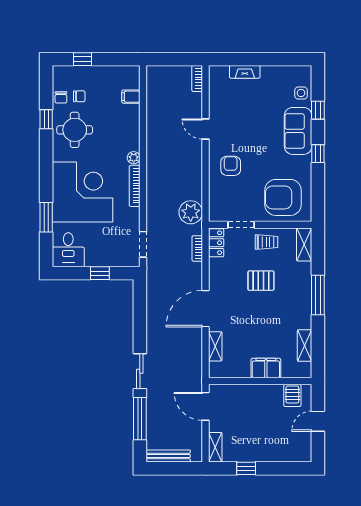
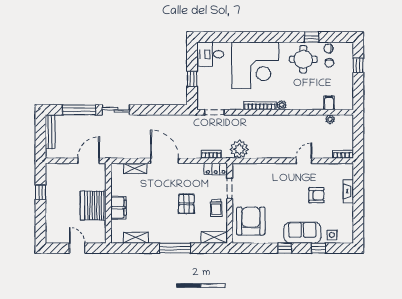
plant: (152, 95) -> (330, 119), added
armchair: (231, 166) -> (316, 195), moved
window: (46, 217) -> (235, 37), removed
server rack: (292, 395) -> (93, 205), moved, width x2.18, depth x1.44
shelving: (215, 447) -> (57, 168), removed

